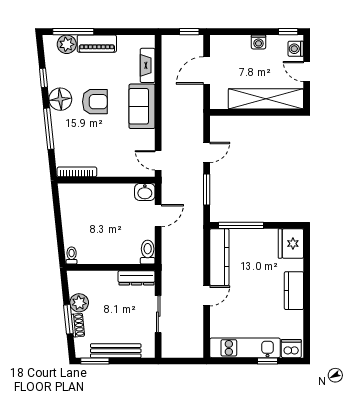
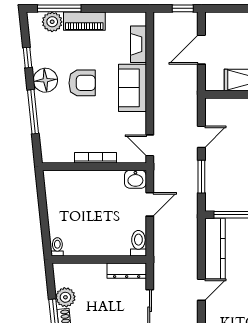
bookcase: (77, 172) -> (95, 158), moved

